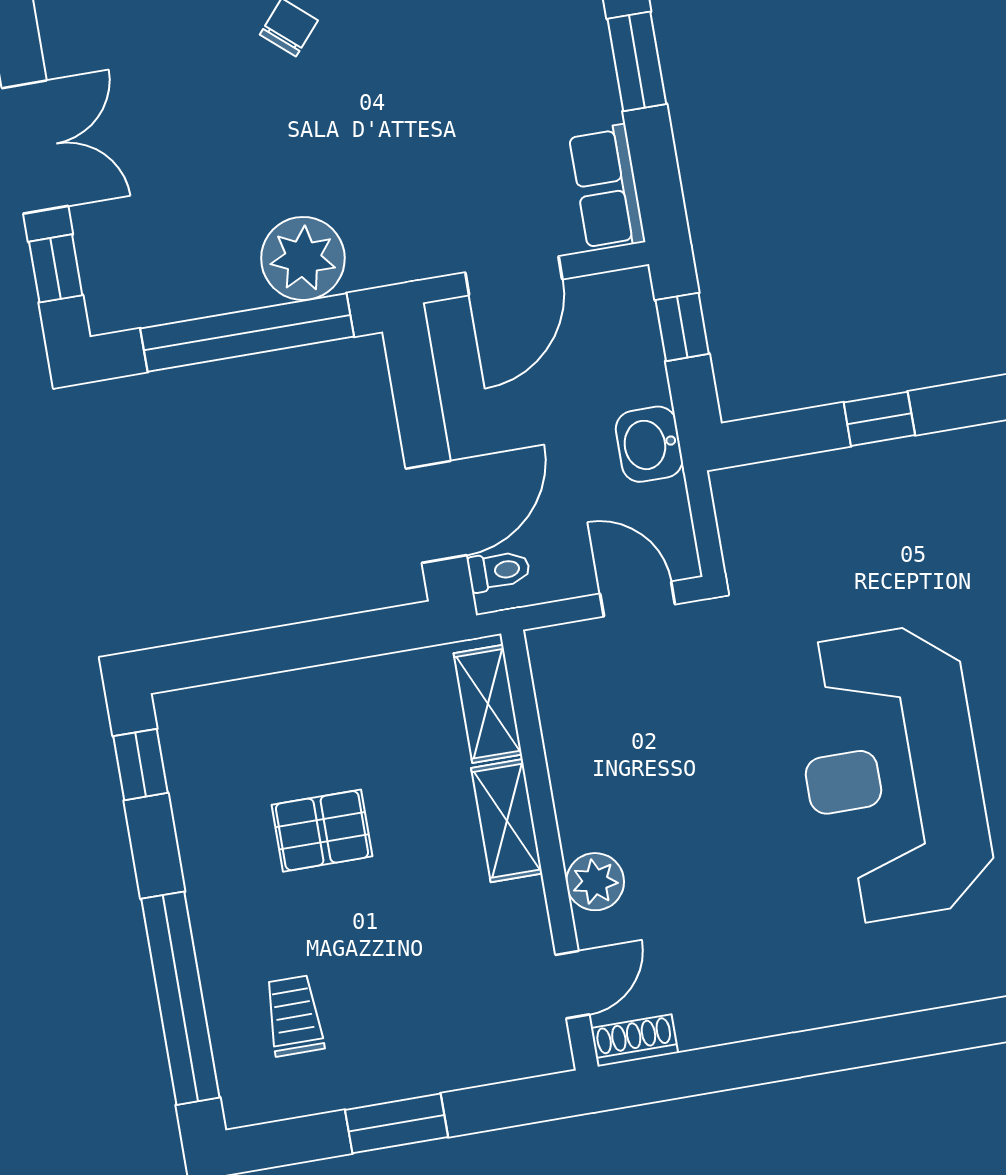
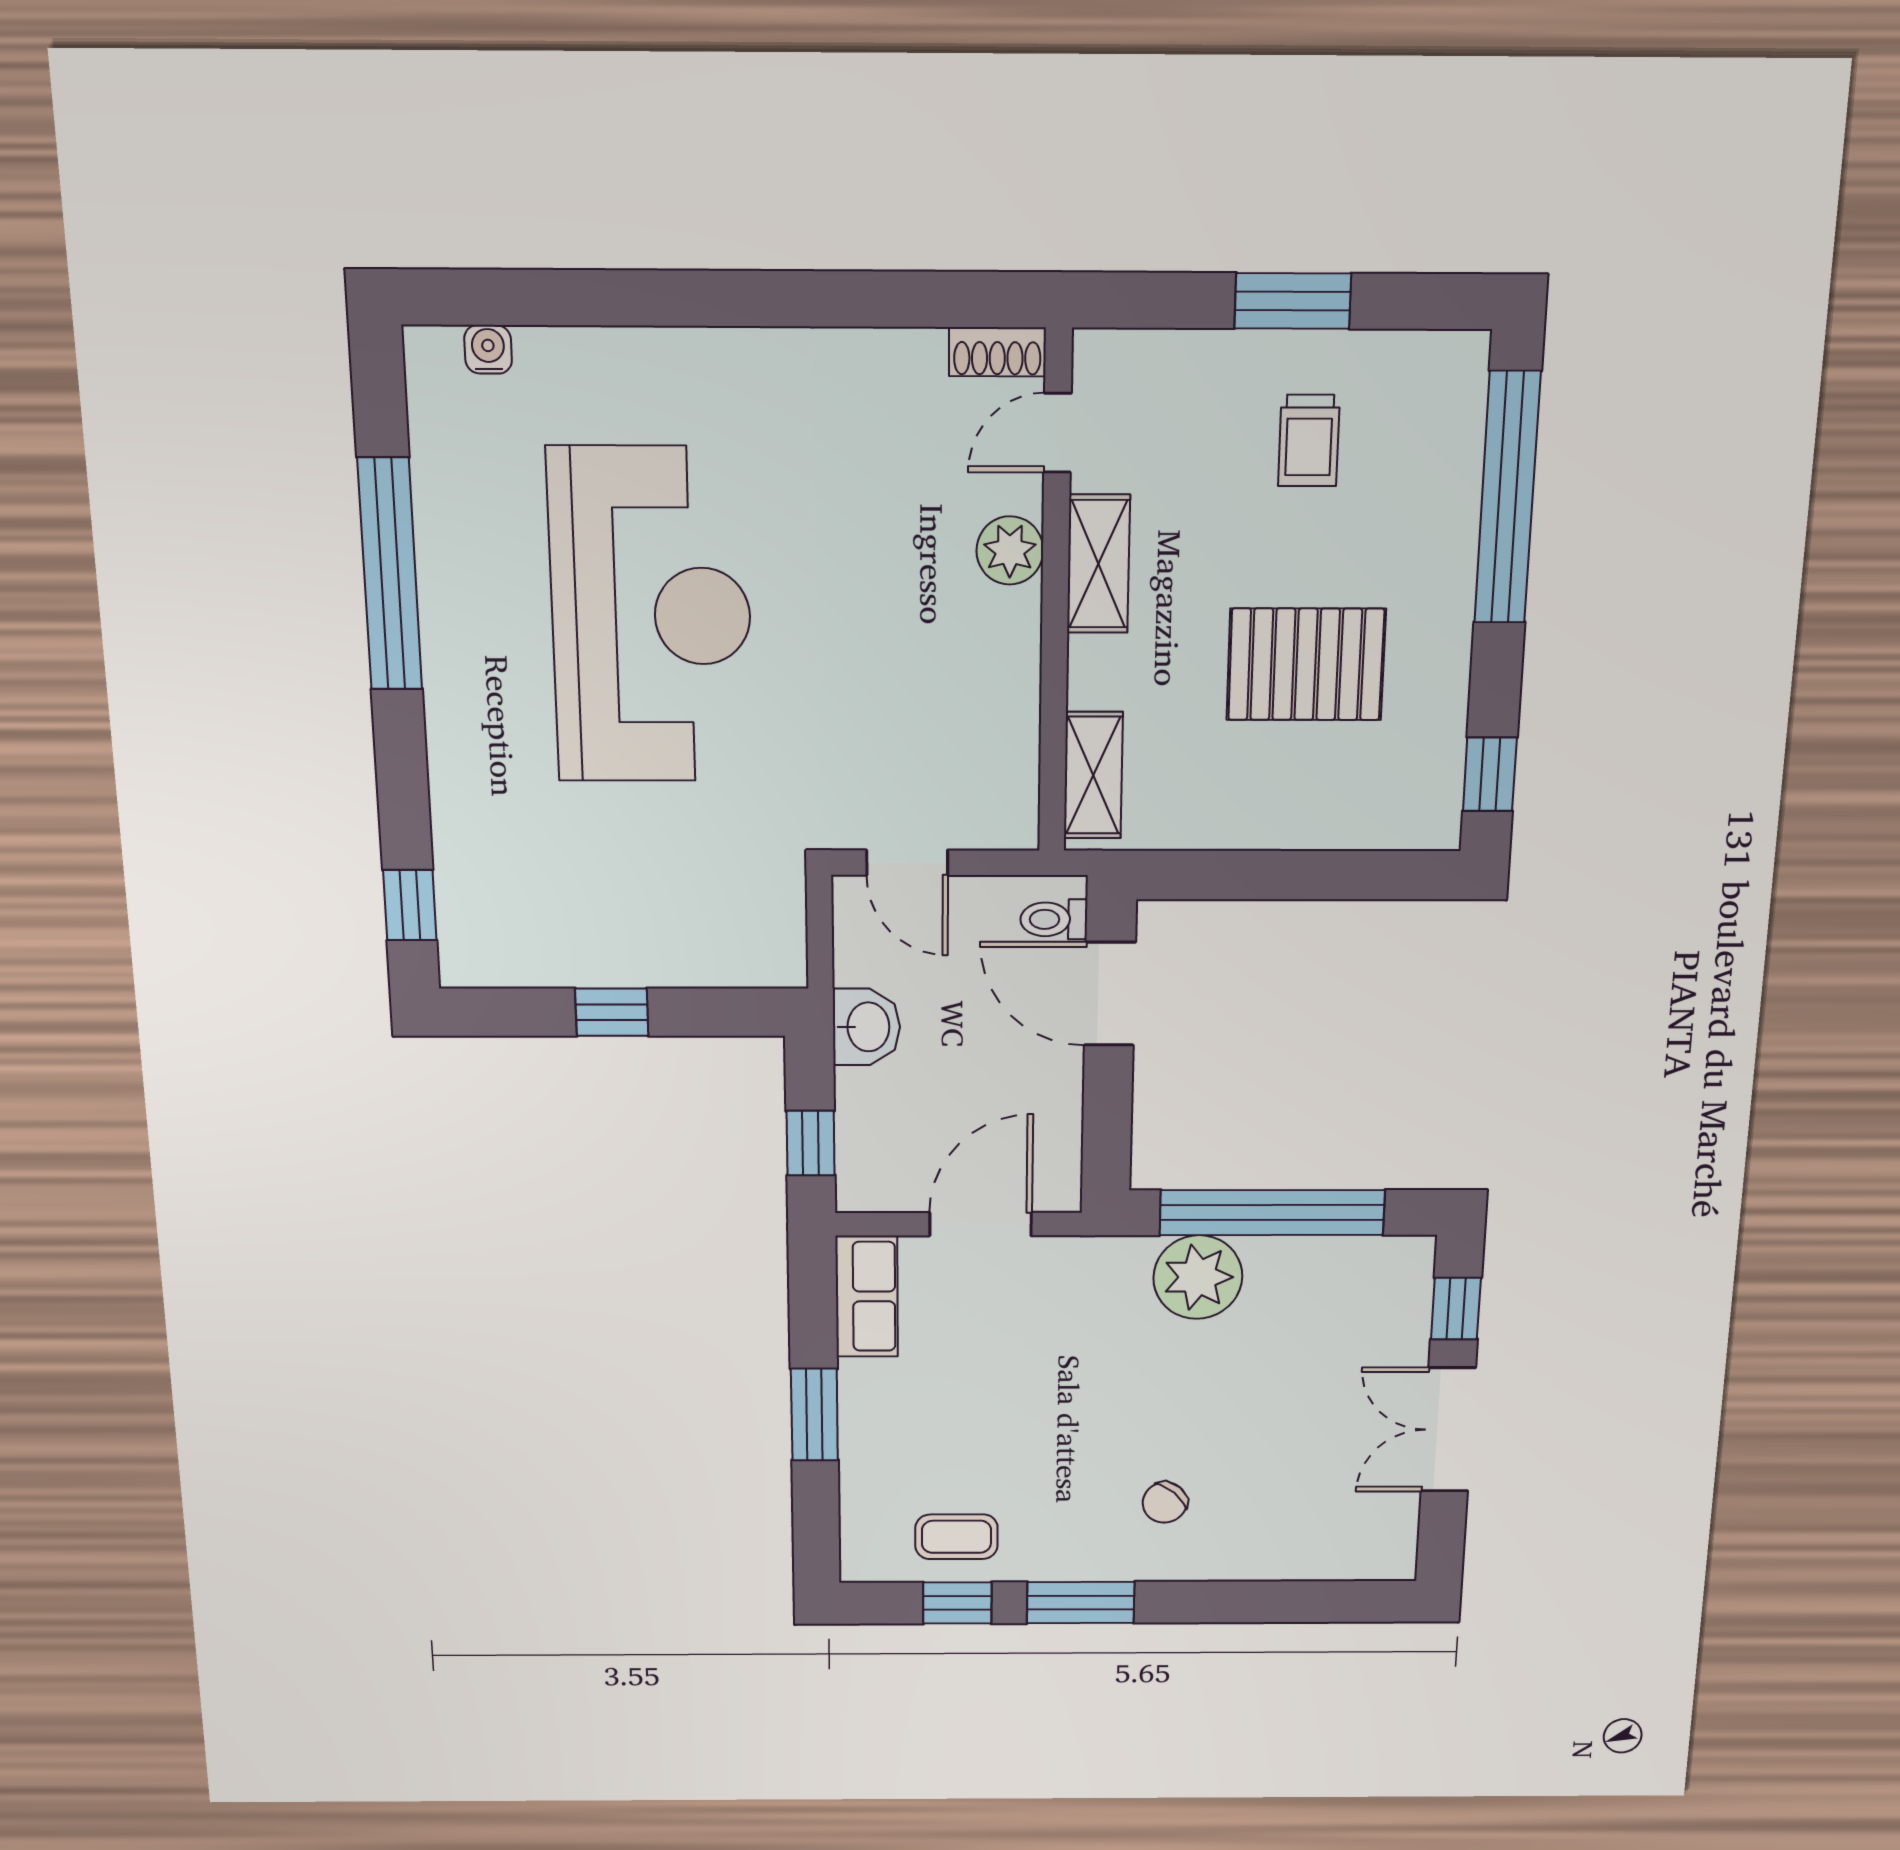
door: (436, 512) -> (1110, 994), hinge flipped
shelving: (507, 821) -> (1098, 564), moved
pallet: (322, 831) -> (1306, 664), width x1.50, depth x1.42
trolley: (294, 1016) -> (1309, 441), moved

